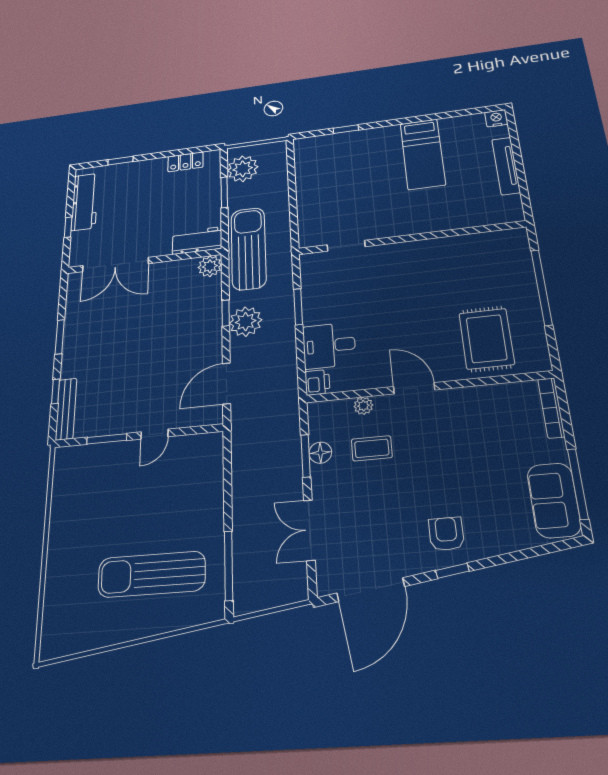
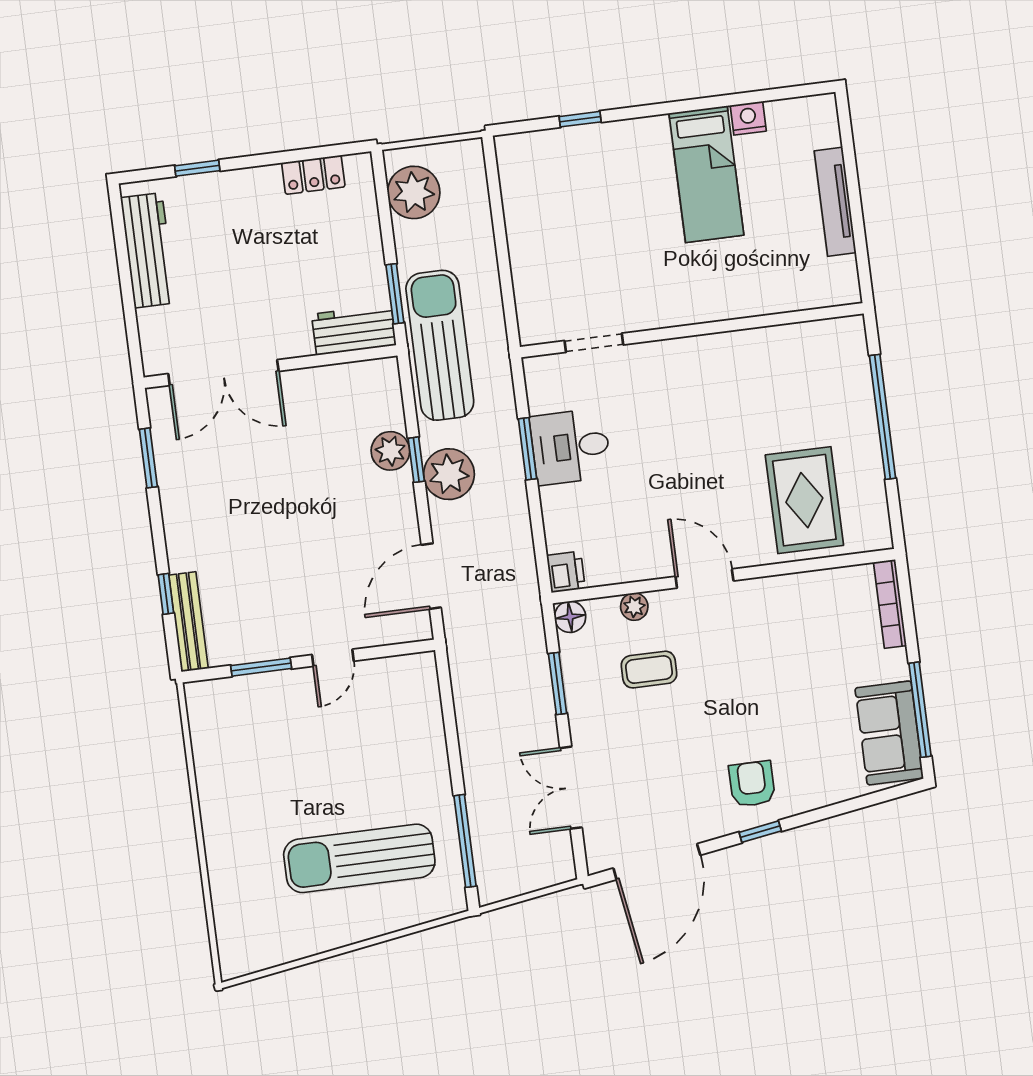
nightstand: (496, 118) -> (748, 118), moved
window: (224, 192) -> (395, 294), moved
window: (68, 227) -> (128, 300), removed
plant: (210, 266) -> (390, 451), moved
window: (60, 337) -> (148, 458), moved
desk: (329, 346) -> (571, 447), moved
floor lamp: (320, 453) -> (570, 617), moved

